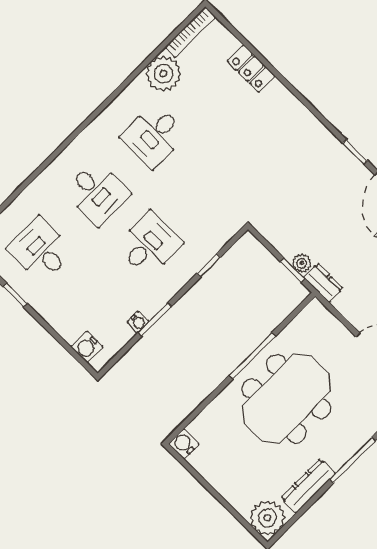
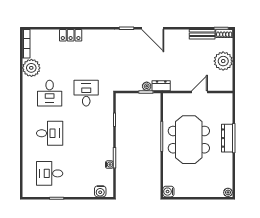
locker: (251, 69) -> (71, 35), moved
desk: (149, 244) -> (86, 93), moved
dresser: (308, 486) -> (227, 138), moved
plant: (267, 518) -> (228, 192), width x0.53, depth x0.53

